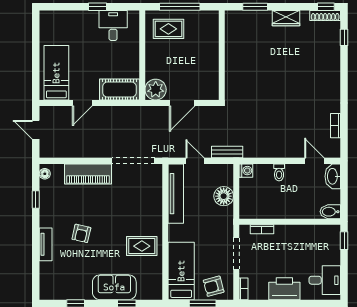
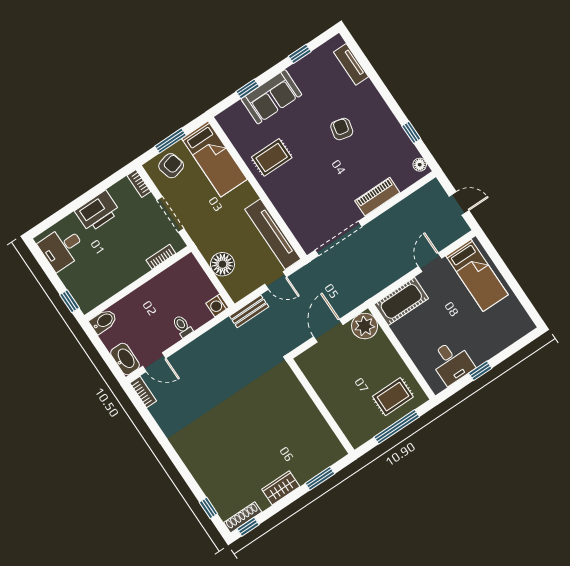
bookcase: (336, 126) -> (143, 392), moved
piano: (88, 174) -> (377, 197), width x0.73, depth x0.75
tv unit: (46, 244) -> (351, 64), moved

